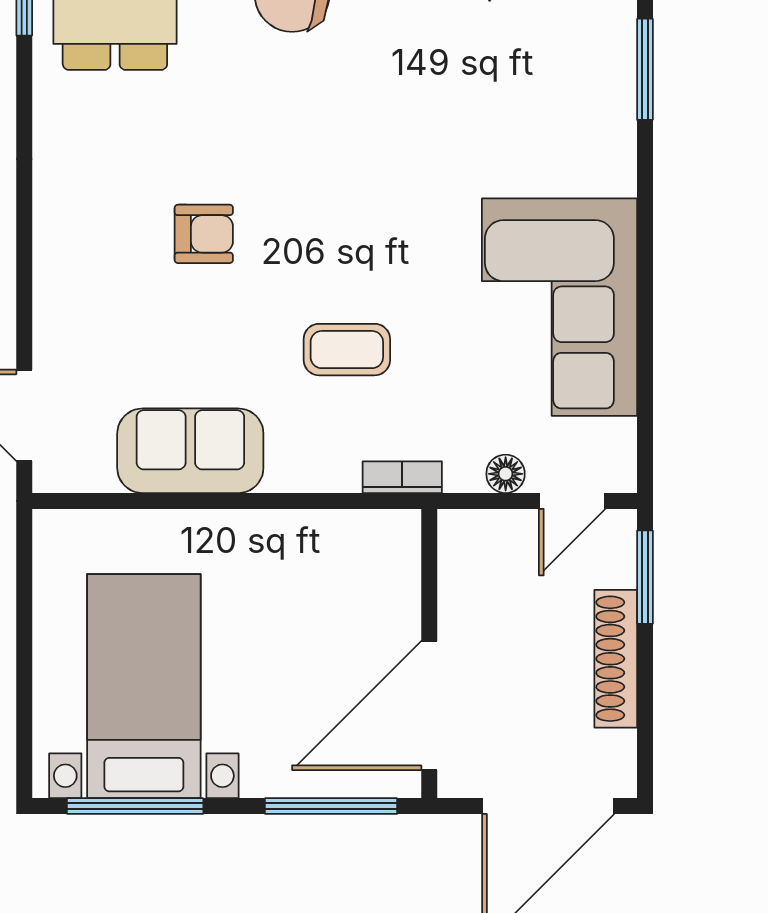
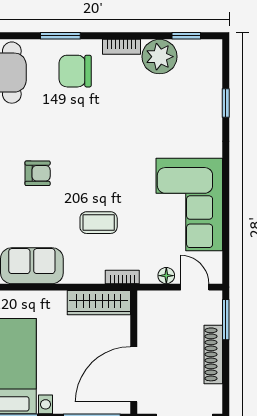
window: (645, 69) -> (226, 103), width x0.67
door: (572, 501) -> (195, 287), swing flipped
wardrobe: (348, 537) -> (99, 303), added

